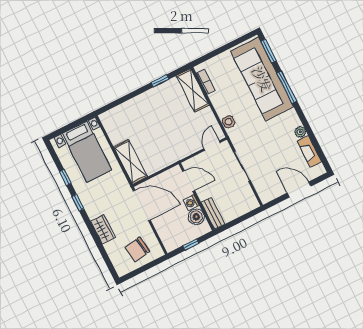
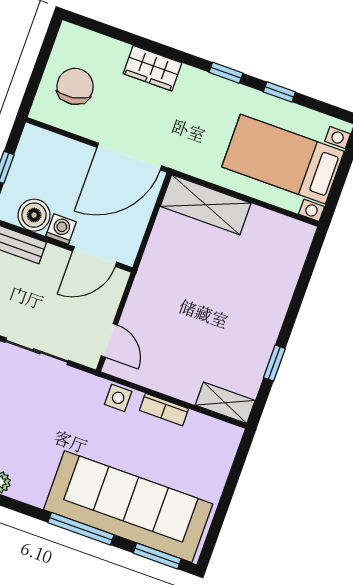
bookcase: (206, 82) -> (164, 410), moved
shelving: (193, 90) -> (225, 403), width x0.67, depth x0.75

